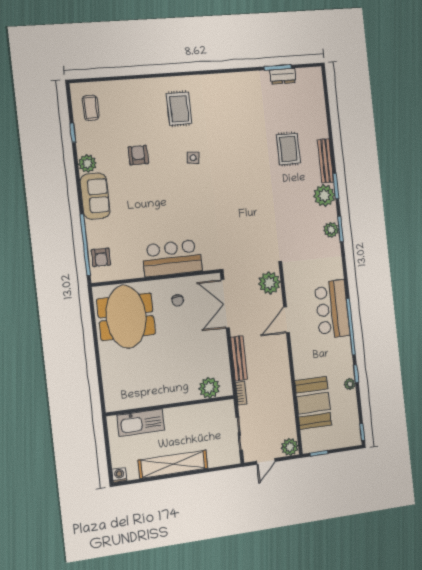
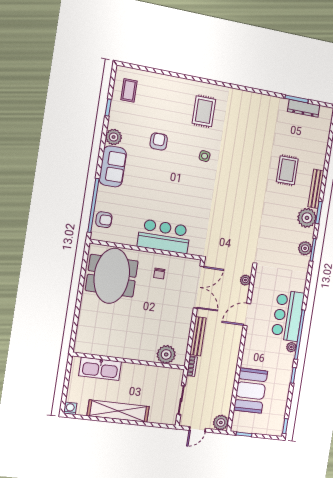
dresser: (283, 76) -> (304, 108), width x1.44
armchair: (101, 257) -> (104, 220), turned -90
plant: (270, 283) -> (245, 280), width x0.53, depth x0.53
double door: (225, 304) -> (199, 287), swing flipped
plant: (350, 384) -> (291, 347), moved

